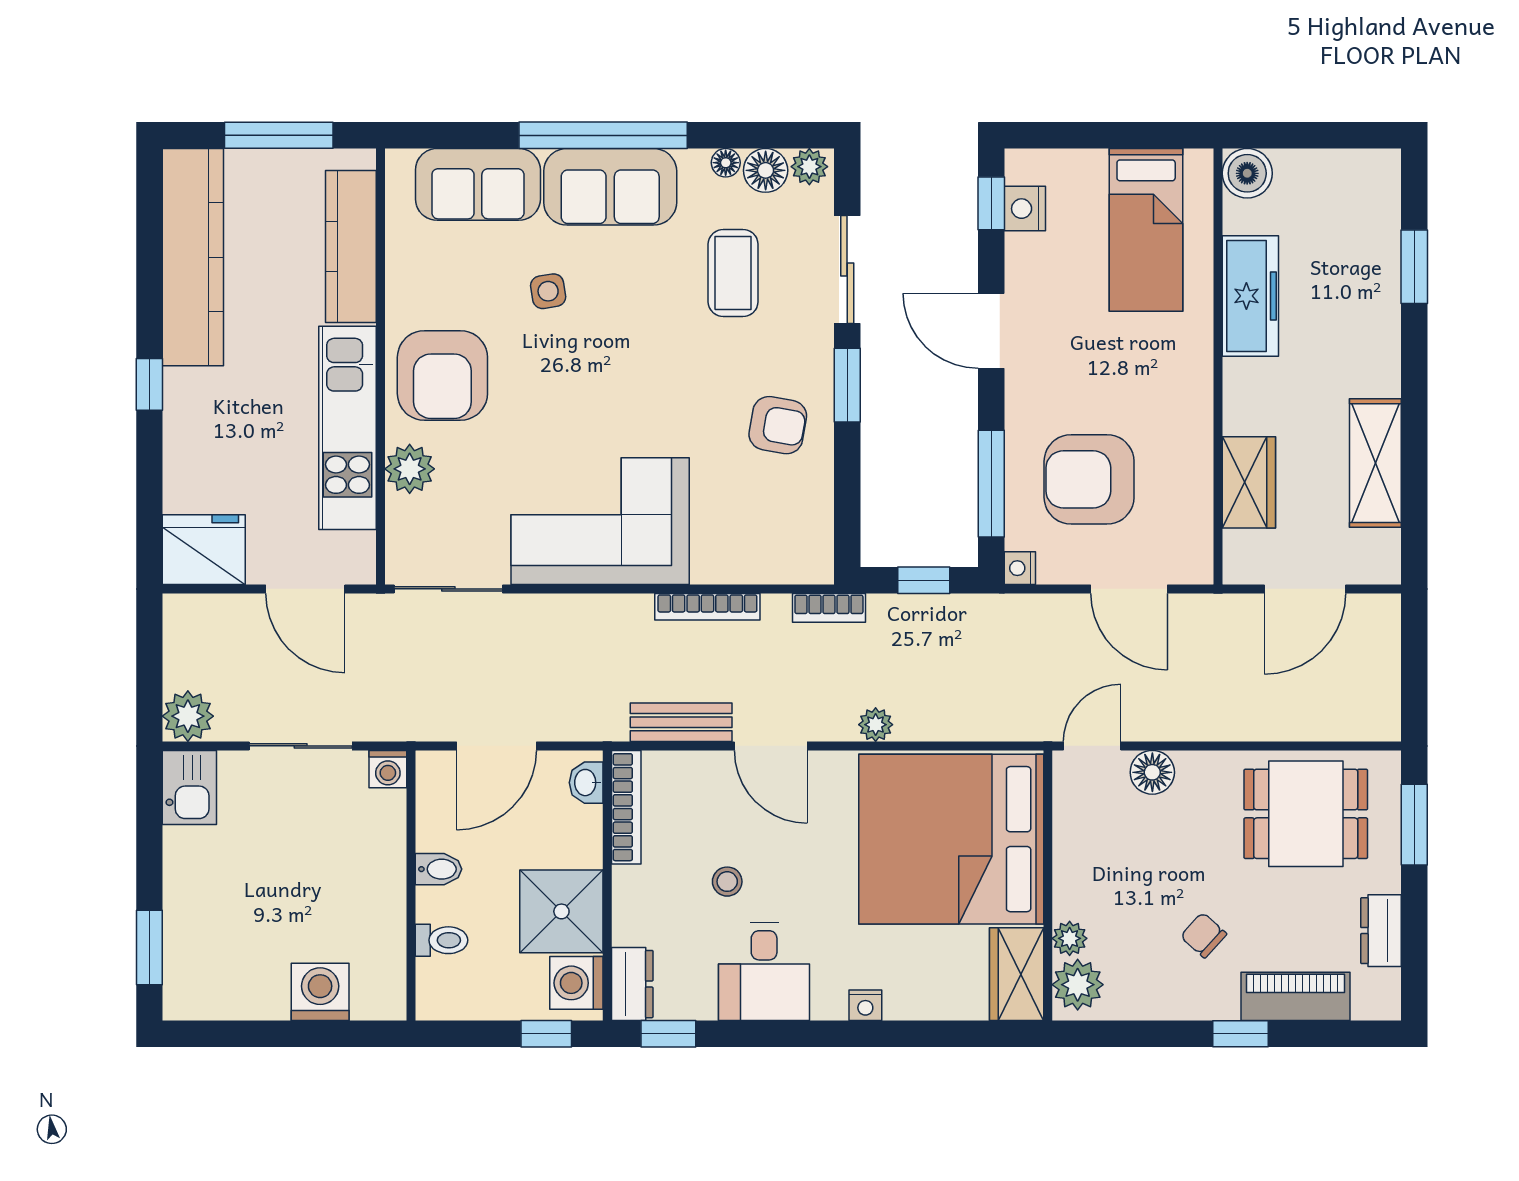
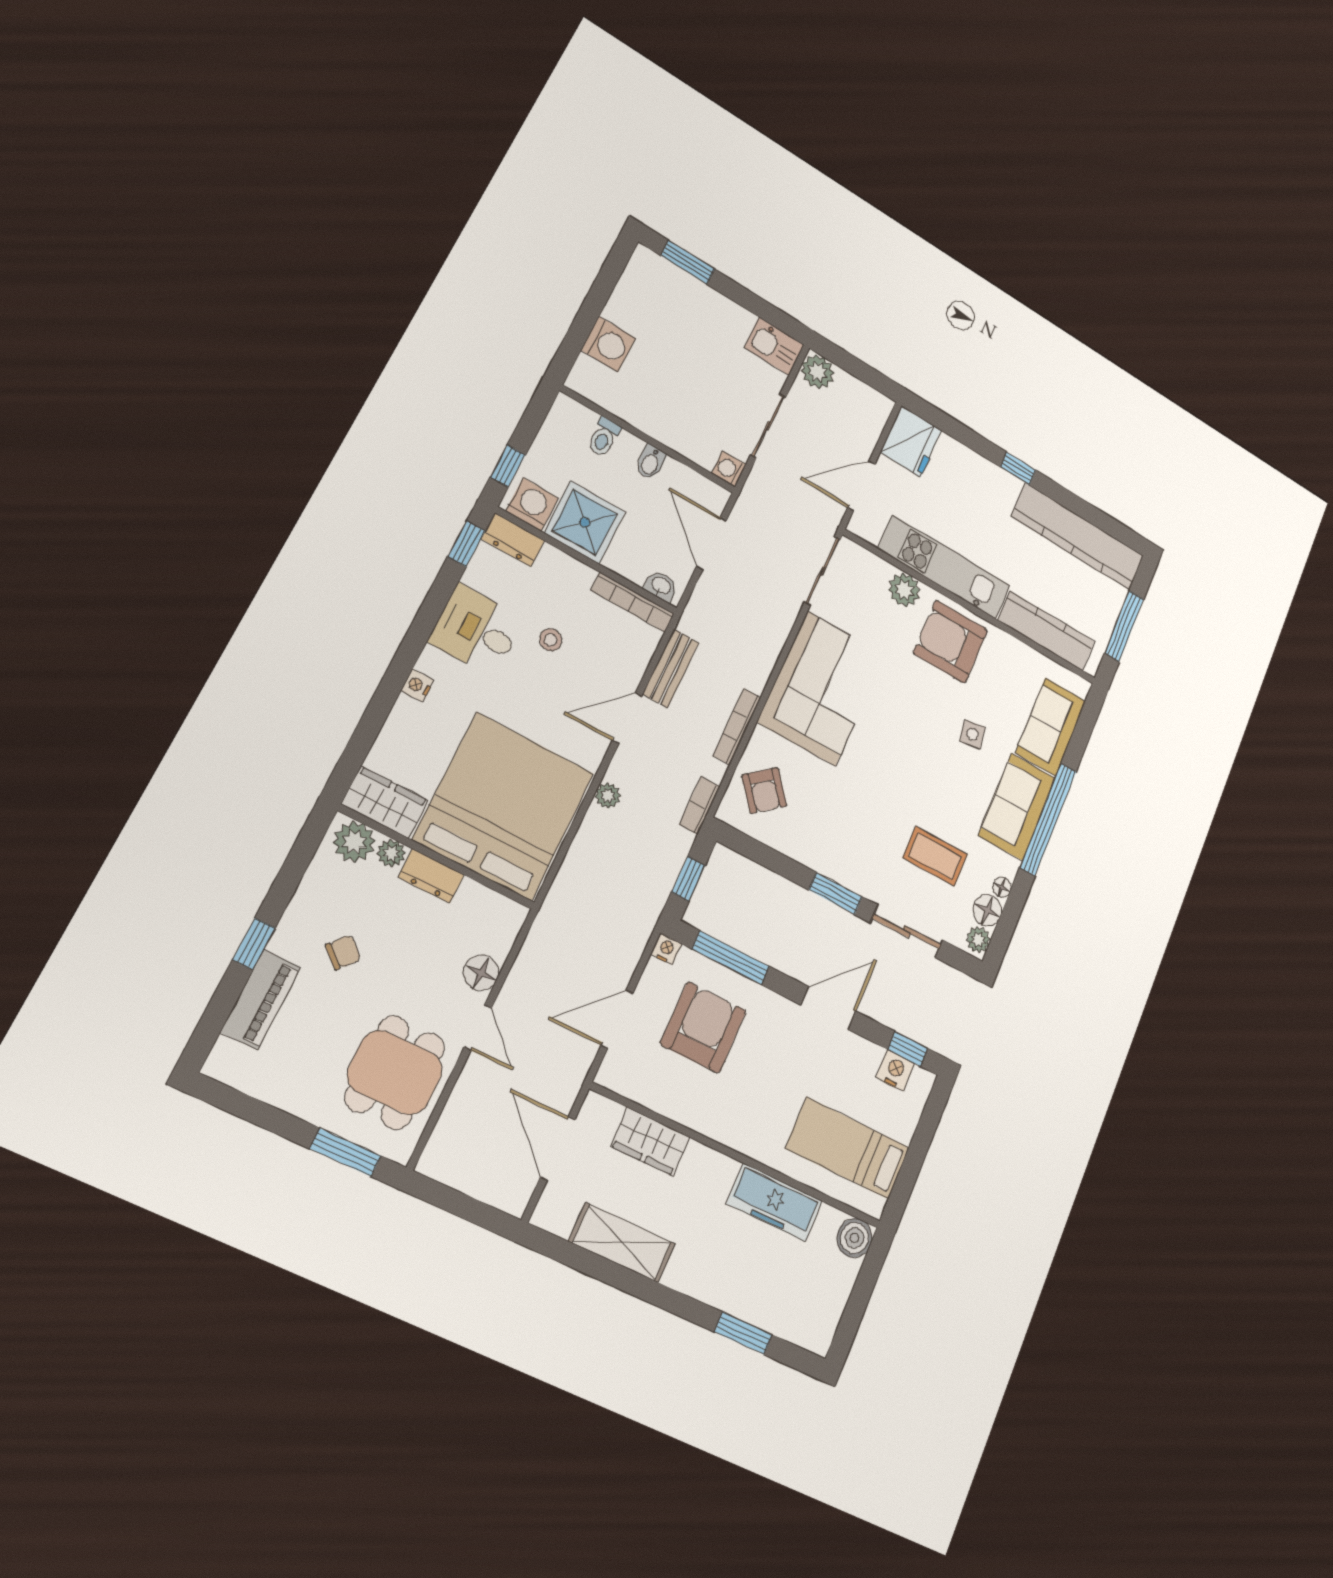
armchair: (778, 425) -> (764, 791), moved, turned -49
door: (1092, 746) -> (478, 1027), moved
dresser: (1381, 931) -> (431, 876), moved, turned 180

